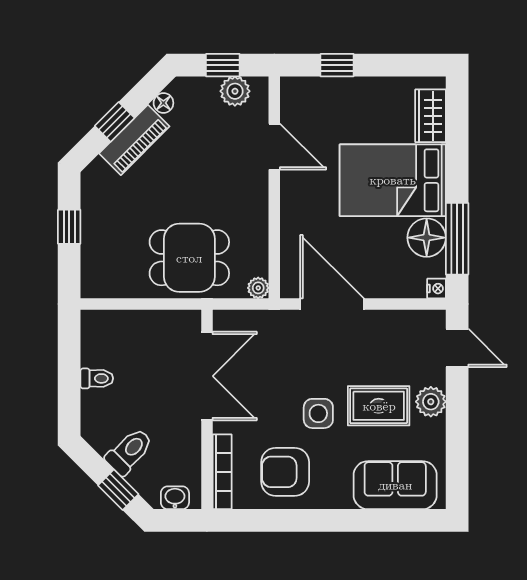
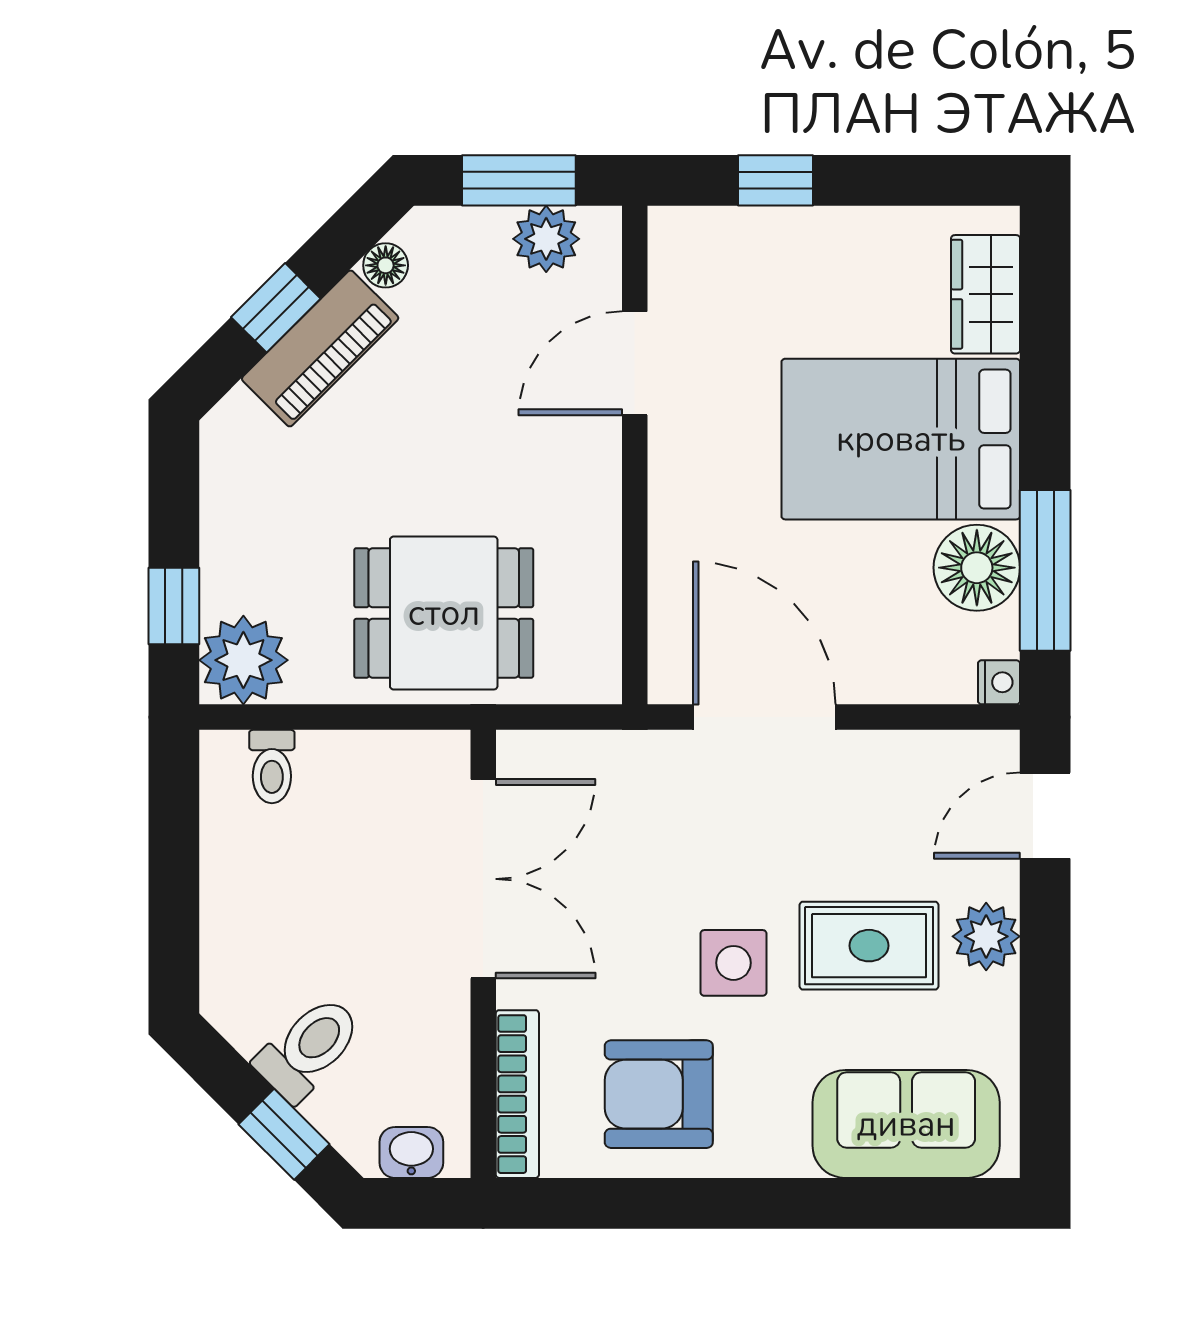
window: (223, 65) -> (519, 180), width x1.50
door: (274, 147) -> (635, 363), swing flipped
window: (69, 227) -> (174, 606), moved
plant: (258, 288) -> (243, 660), moved, width x1.88, depth x1.88
door: (457, 348) -> (1045, 816), swing flipped
toilet: (97, 378) -> (272, 767), moved, turned 90

